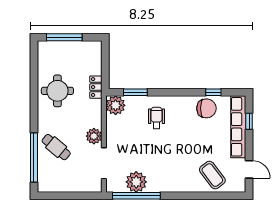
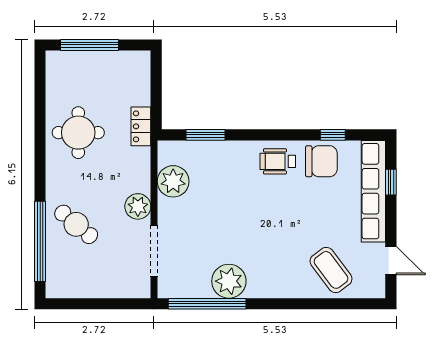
plant: (116, 105) -> (173, 181), moved
wheelchair: (157, 118) -> (278, 161), moved, turned -90
plant: (136, 182) -> (229, 281), moved

